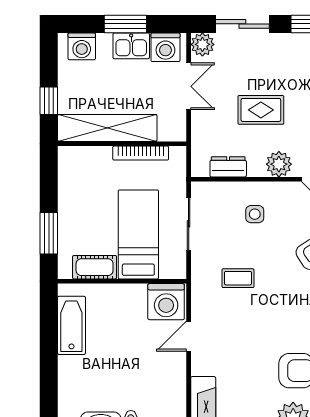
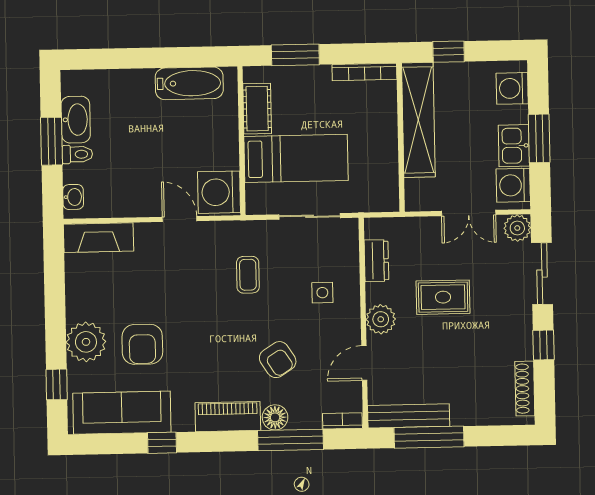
rug: (261, 110) -> (443, 297), turned 90
bookcase: (141, 153) -> (364, 72), moved, turned -90

